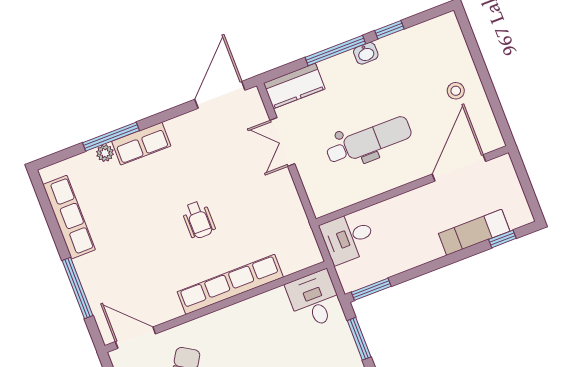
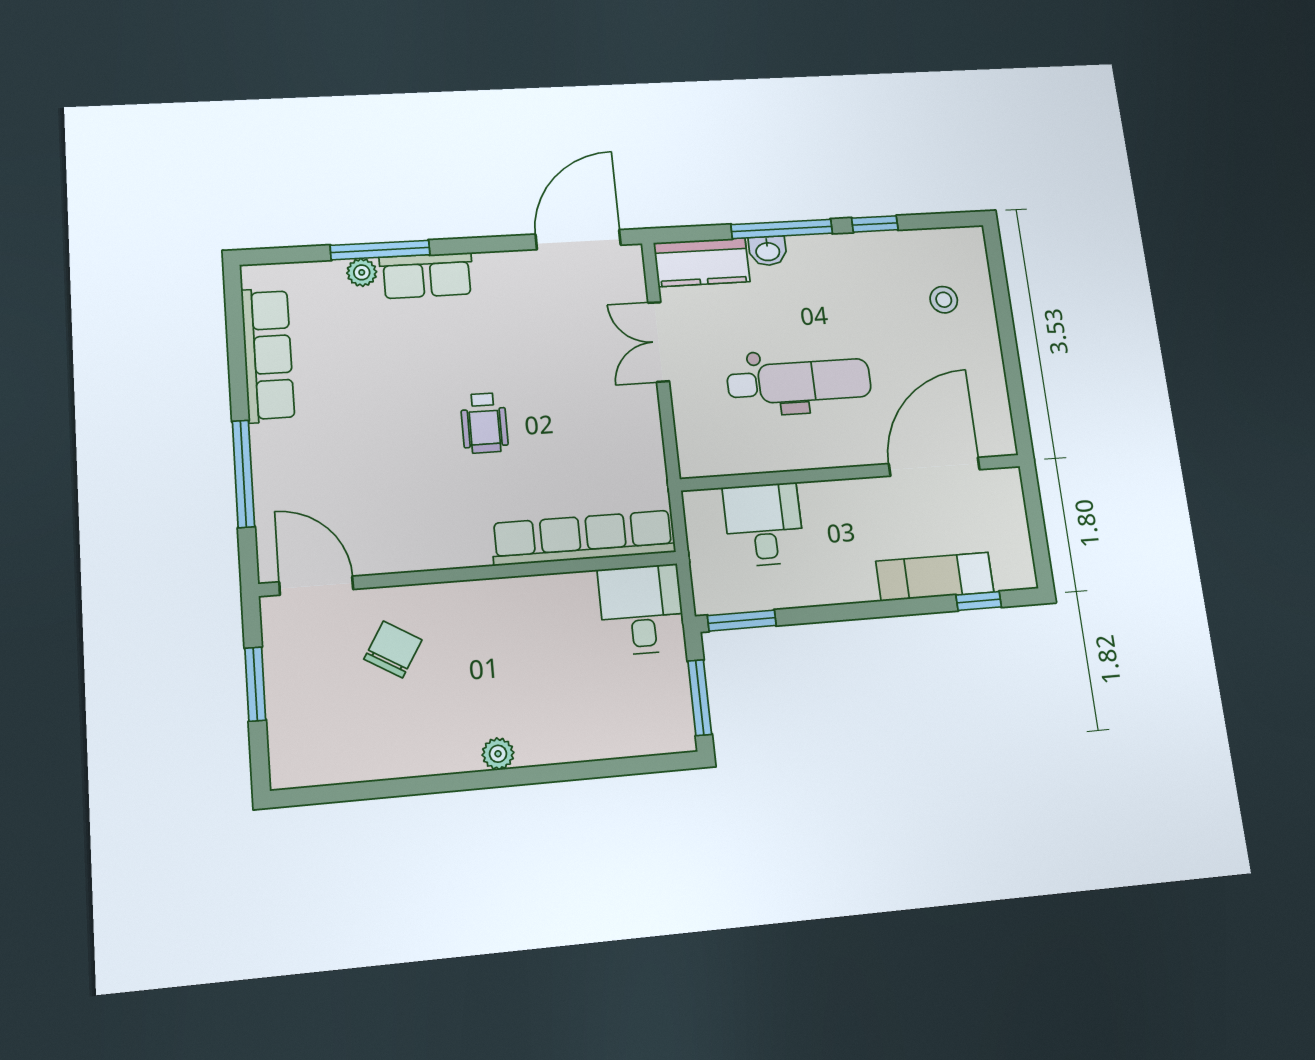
washbasin: (366, 53) -> (768, 251), moved
stool: (456, 91) -> (944, 300), moved
desk: (348, 238) -> (764, 525), moved, turned 90
row of seats: (230, 284) -> (583, 538), moved

